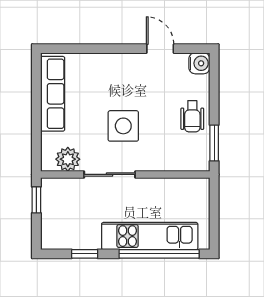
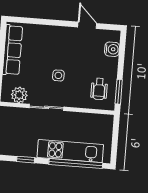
water cooler: (199, 63) -> (112, 49), moved
wheelchair: (192, 116) -> (99, 89), moved
side table: (123, 126) -> (58, 75), width x0.54, depth x0.54

